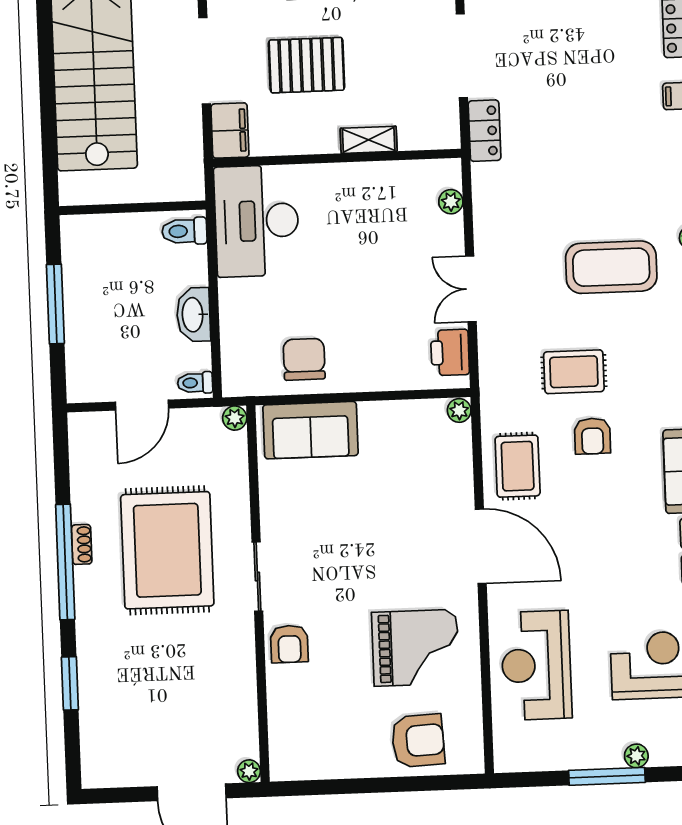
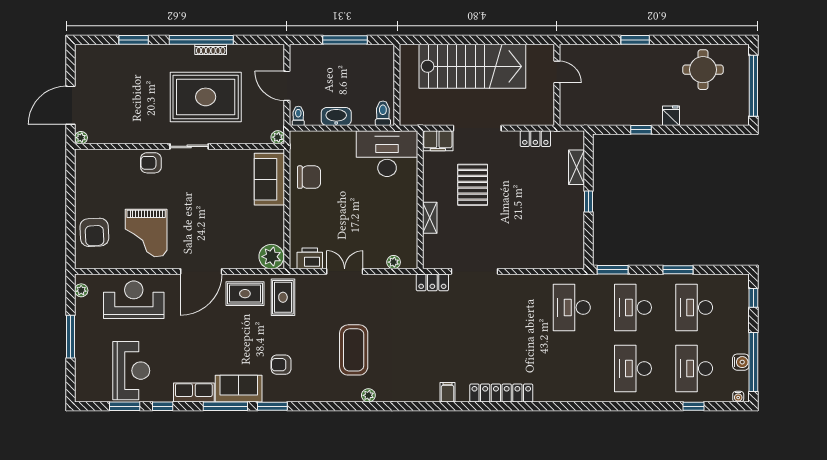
rug: (574, 372) -> (283, 297), moved
plant: (459, 410) -> (271, 257), width x1.88, depth x1.88
armchair: (592, 436) -> (281, 365), moved
shoe rack: (82, 544) -> (211, 49), width x1.43
plant: (636, 756) -> (81, 290), moved

